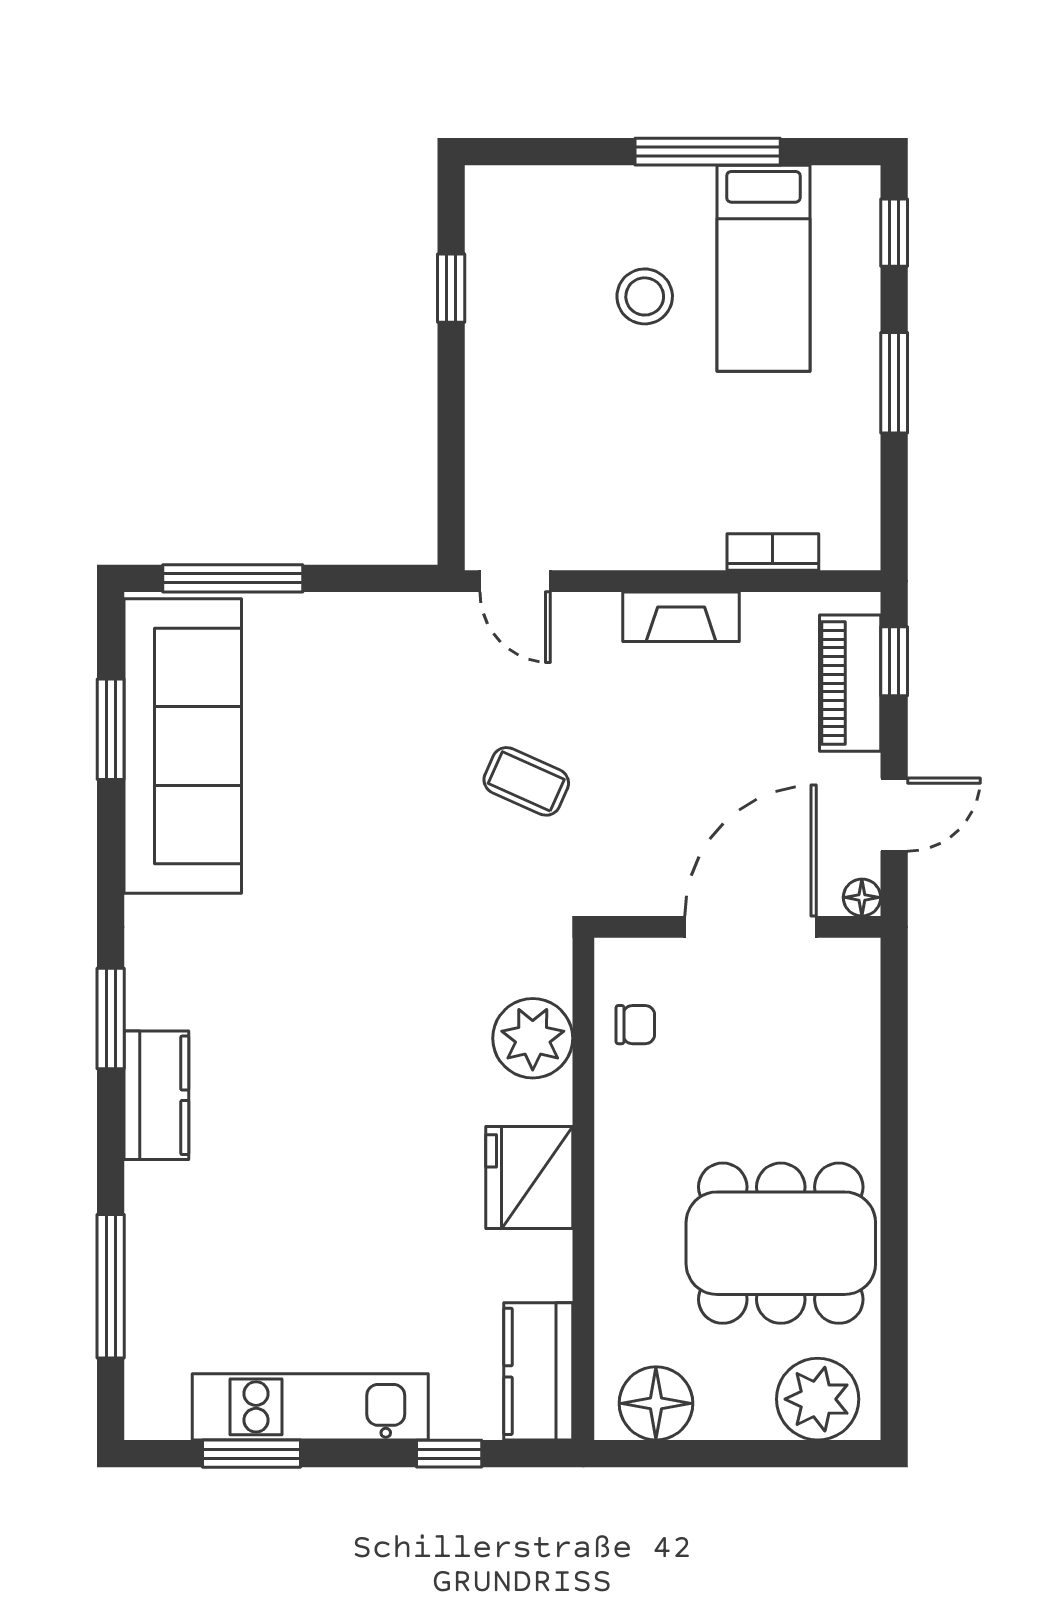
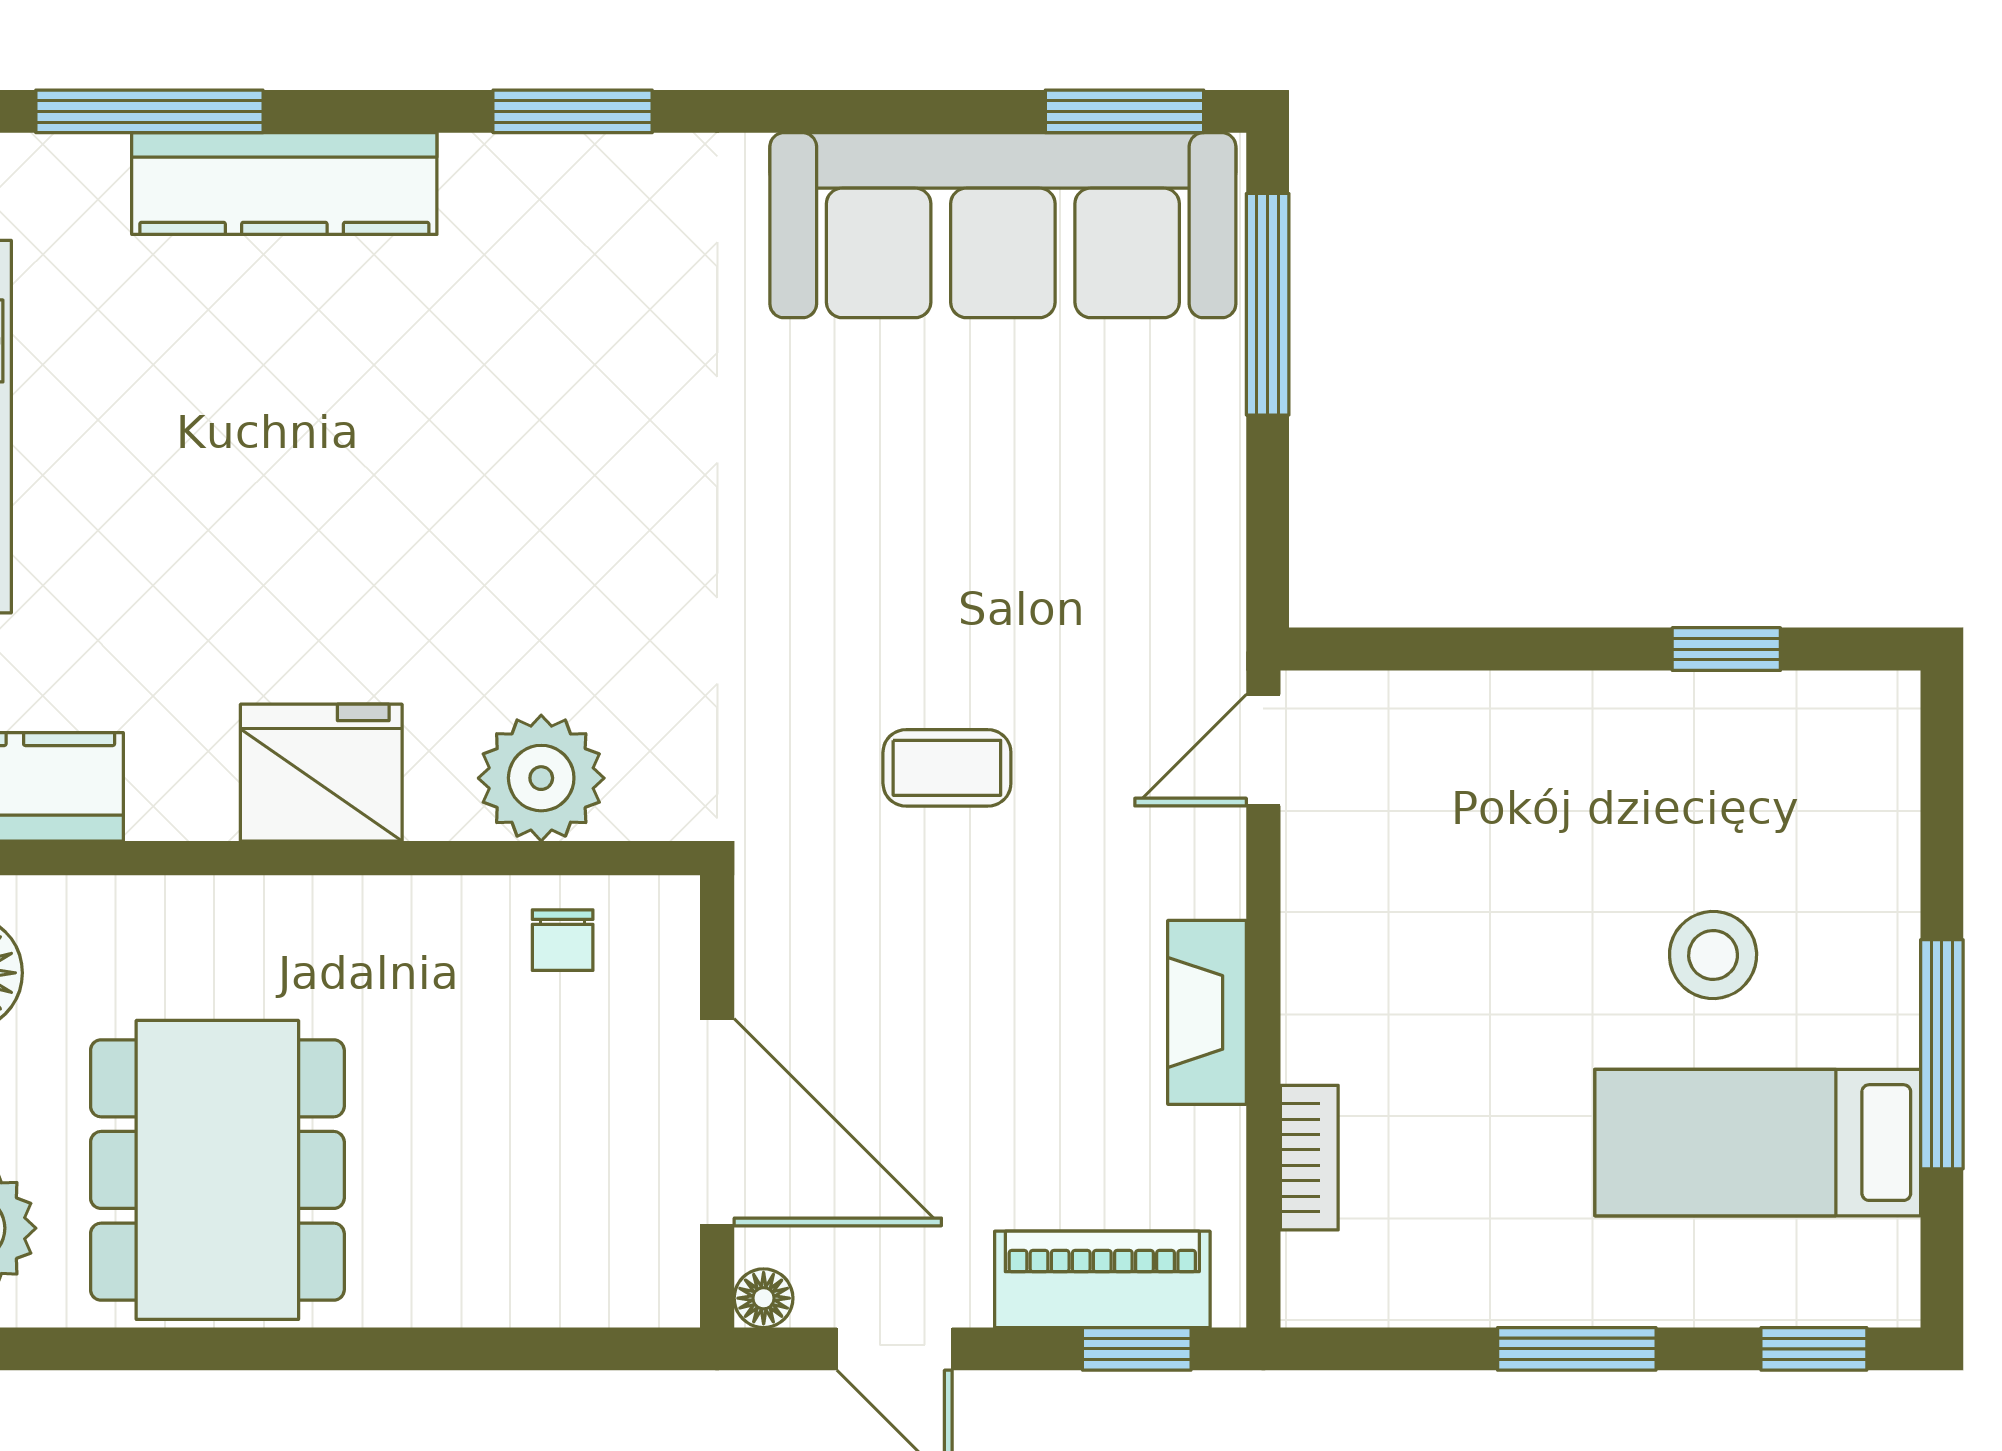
window: (111, 729) -> (1125, 111), moved
coffee table: (526, 781) -> (947, 768), turned 66
kitchen counter: (156, 1095) -> (284, 184), moved, width x1.50

